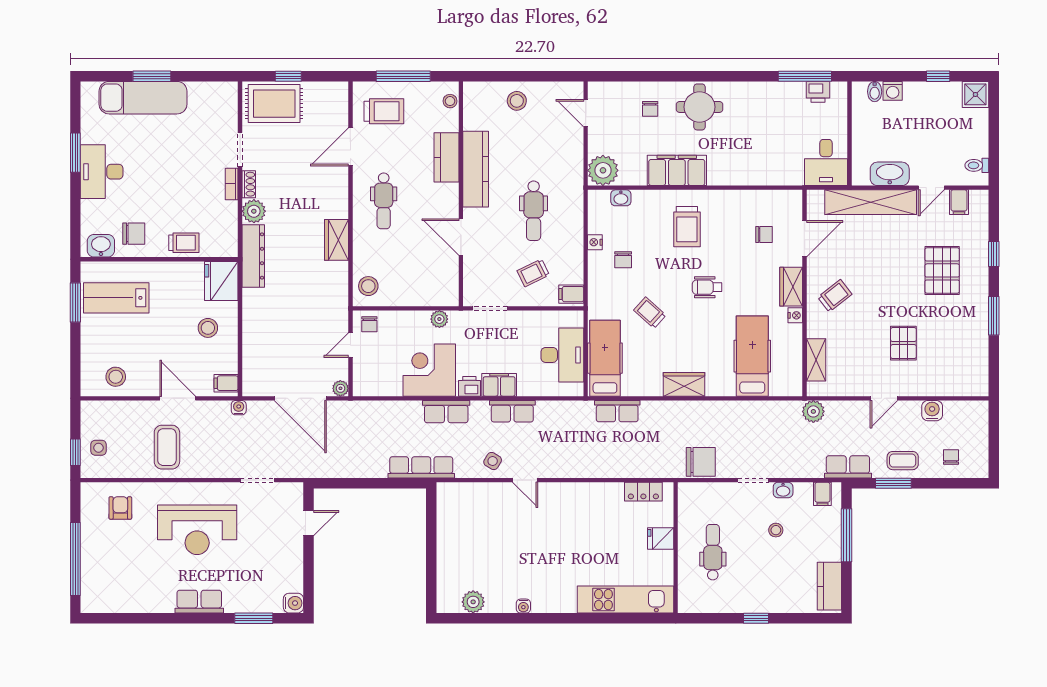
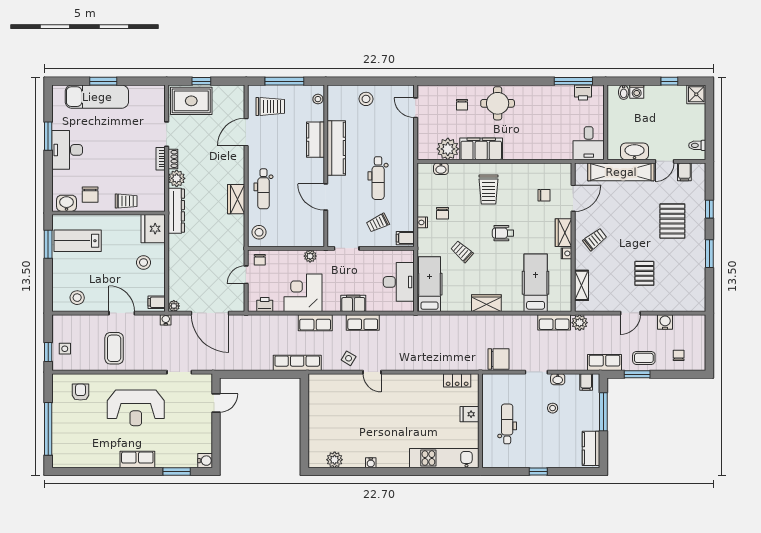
plant: (603, 170) -> (448, 149), moved
dental chair: (384, 201) -> (263, 189), moved
chair: (134, 234) -> (90, 195), turned 90
nightstand: (595, 242) -> (422, 222), moved
printer: (469, 386) -> (265, 305), moved
plant: (340, 388) -> (174, 306), moved
row of seats: (617, 411) -> (554, 322), moved

